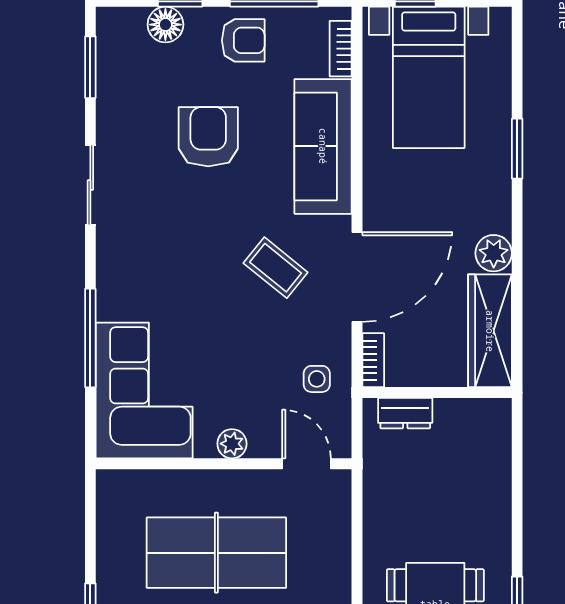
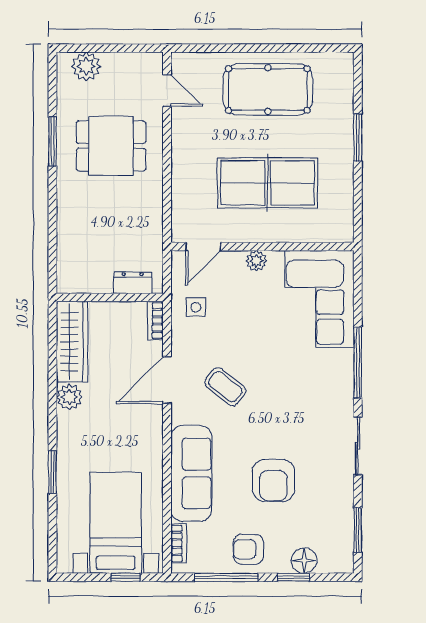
door: (357, 277) -> (167, 380), width x0.73
window: (90, 338) -> (358, 362), moved
door: (306, 464) -> (203, 247), hinge flipped

